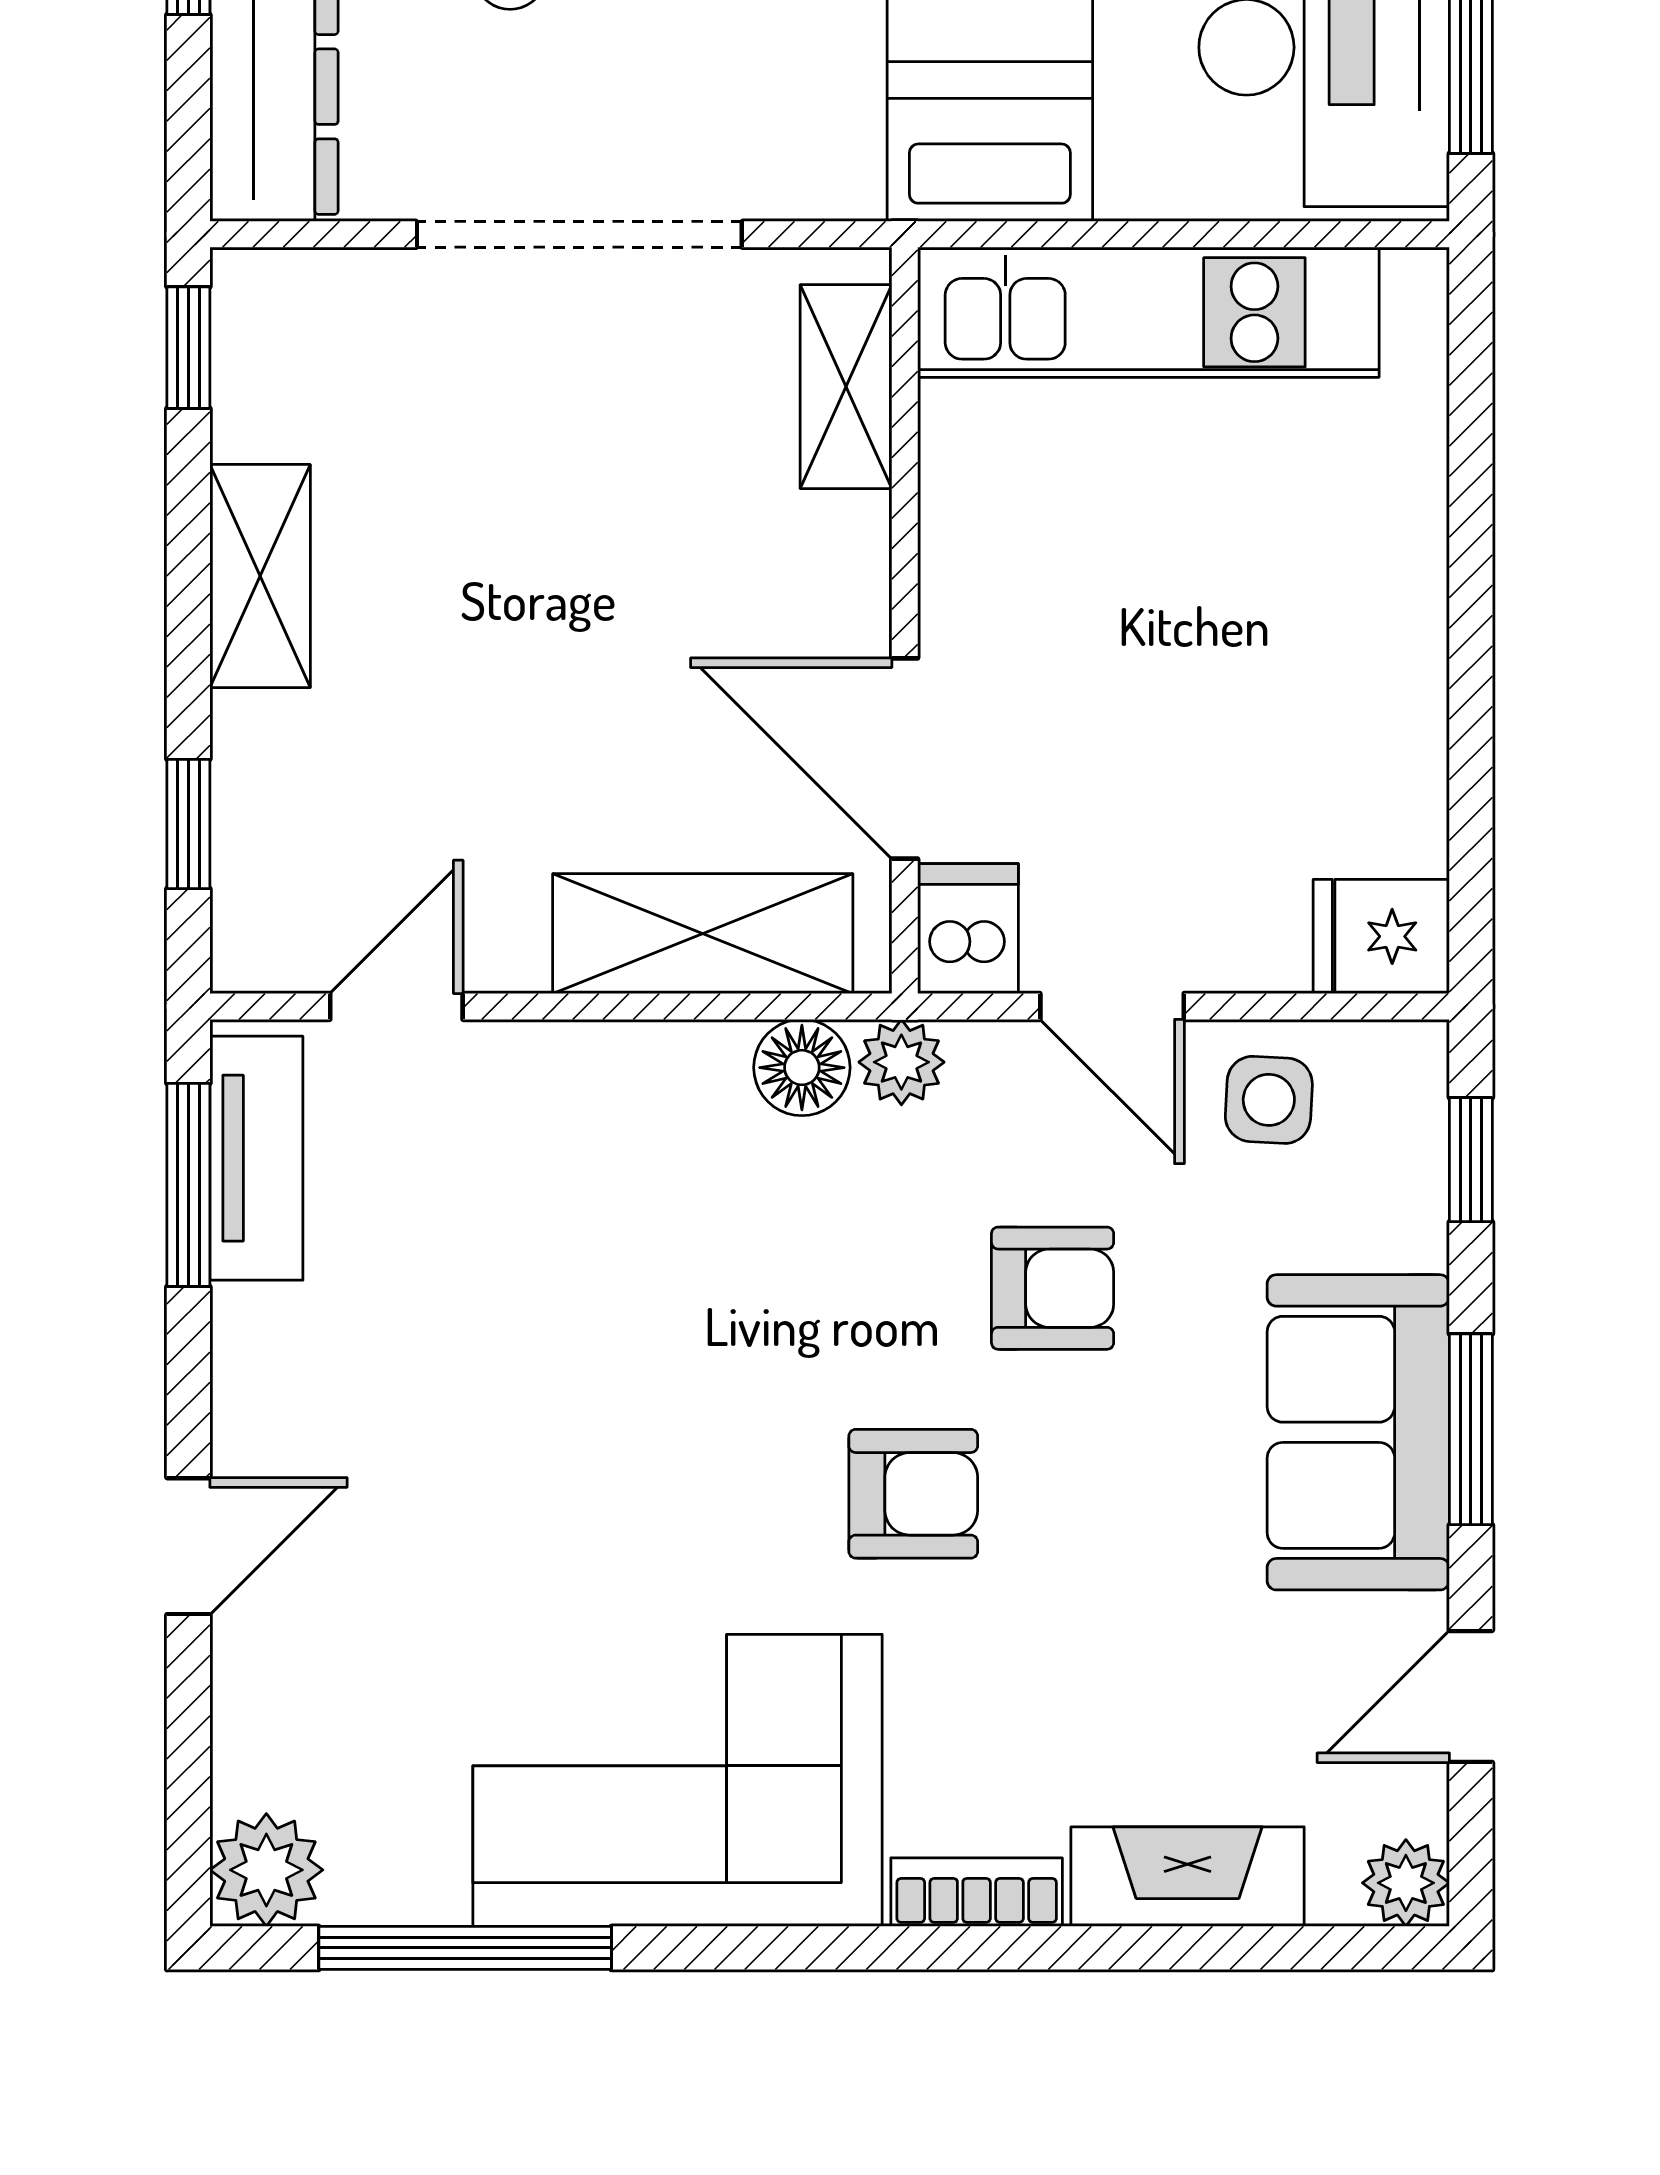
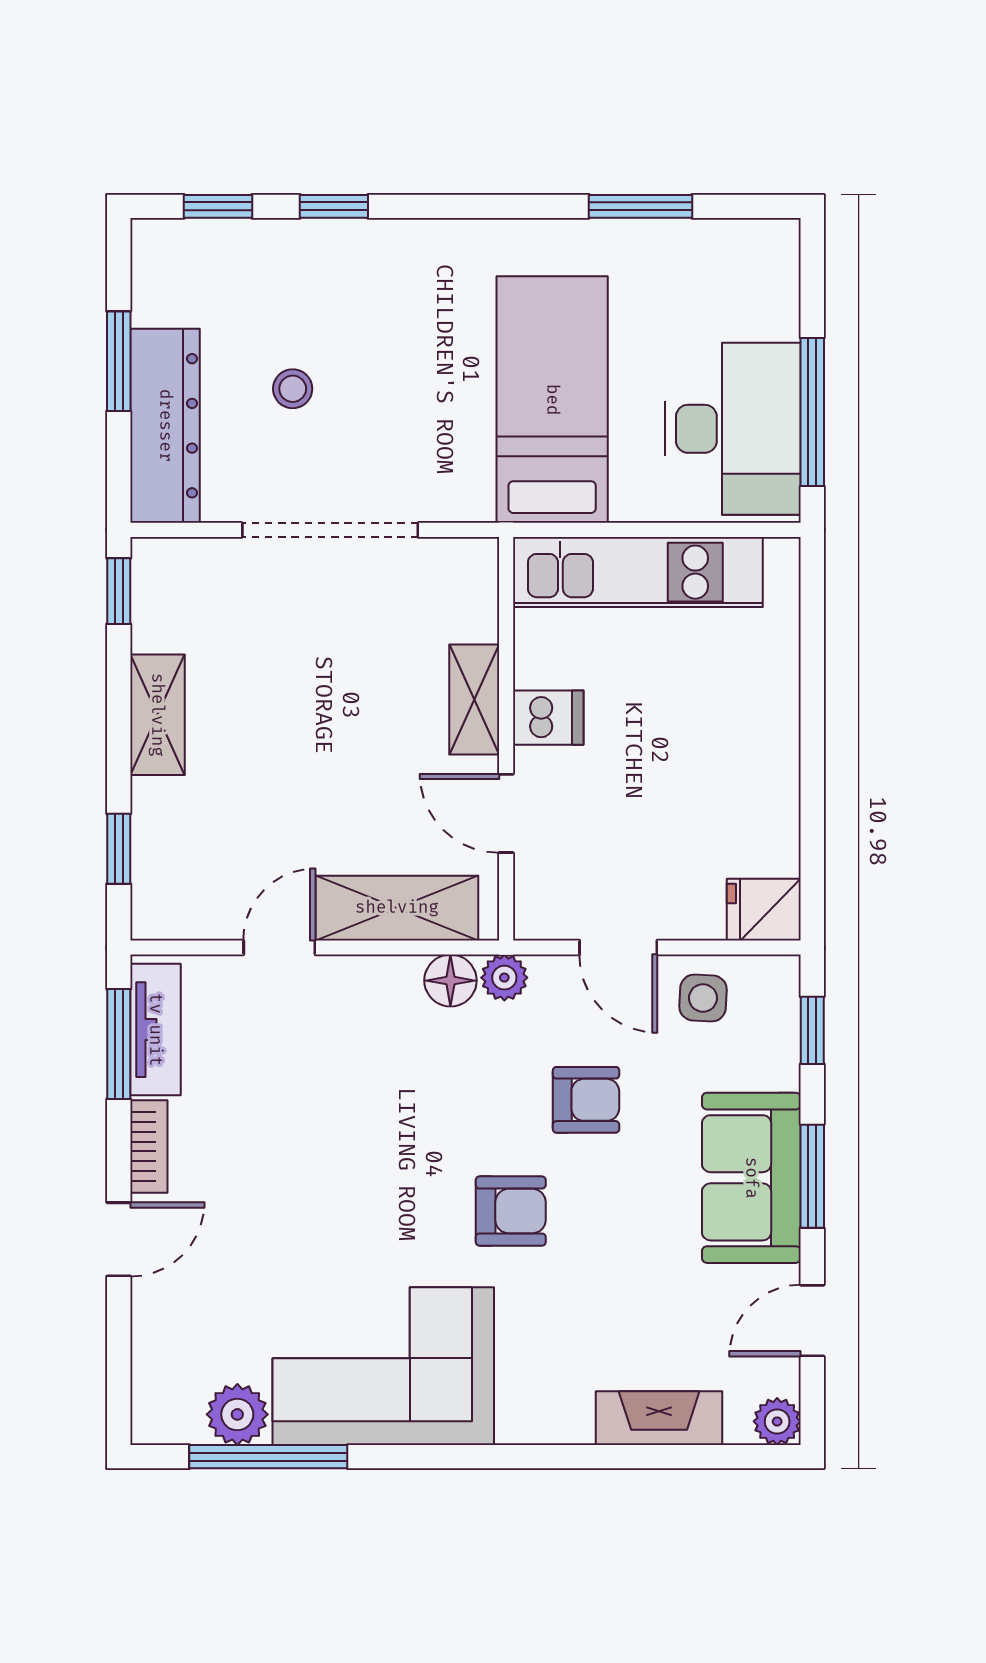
shelving: (846, 387) -> (474, 699), moved
door: (905, 758) -> (506, 813), width x0.73
dishwasher: (968, 929) -> (548, 718), moved, turned 90
door: (396, 1006) -> (279, 947), moved
plant: (266, 1870) -> (237, 1414), moved
bookcase: (977, 1892) -> (149, 1147), moved, turned 90

